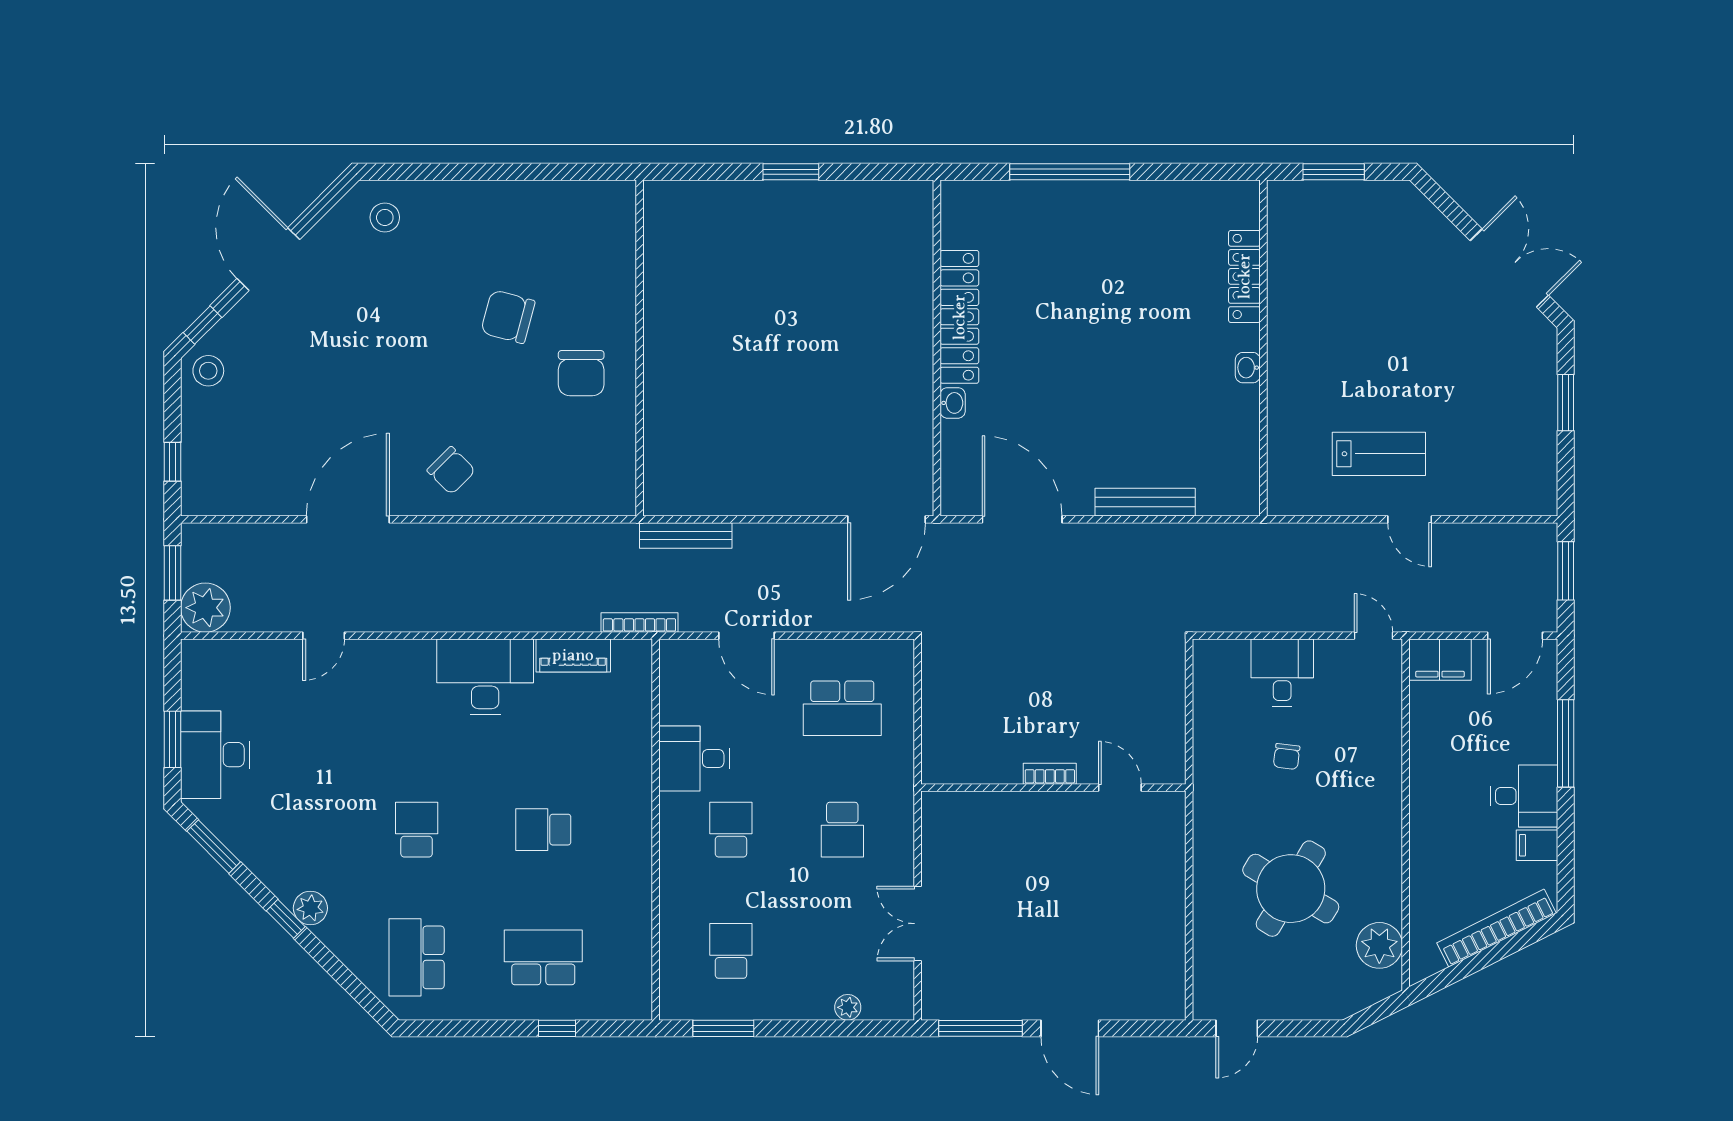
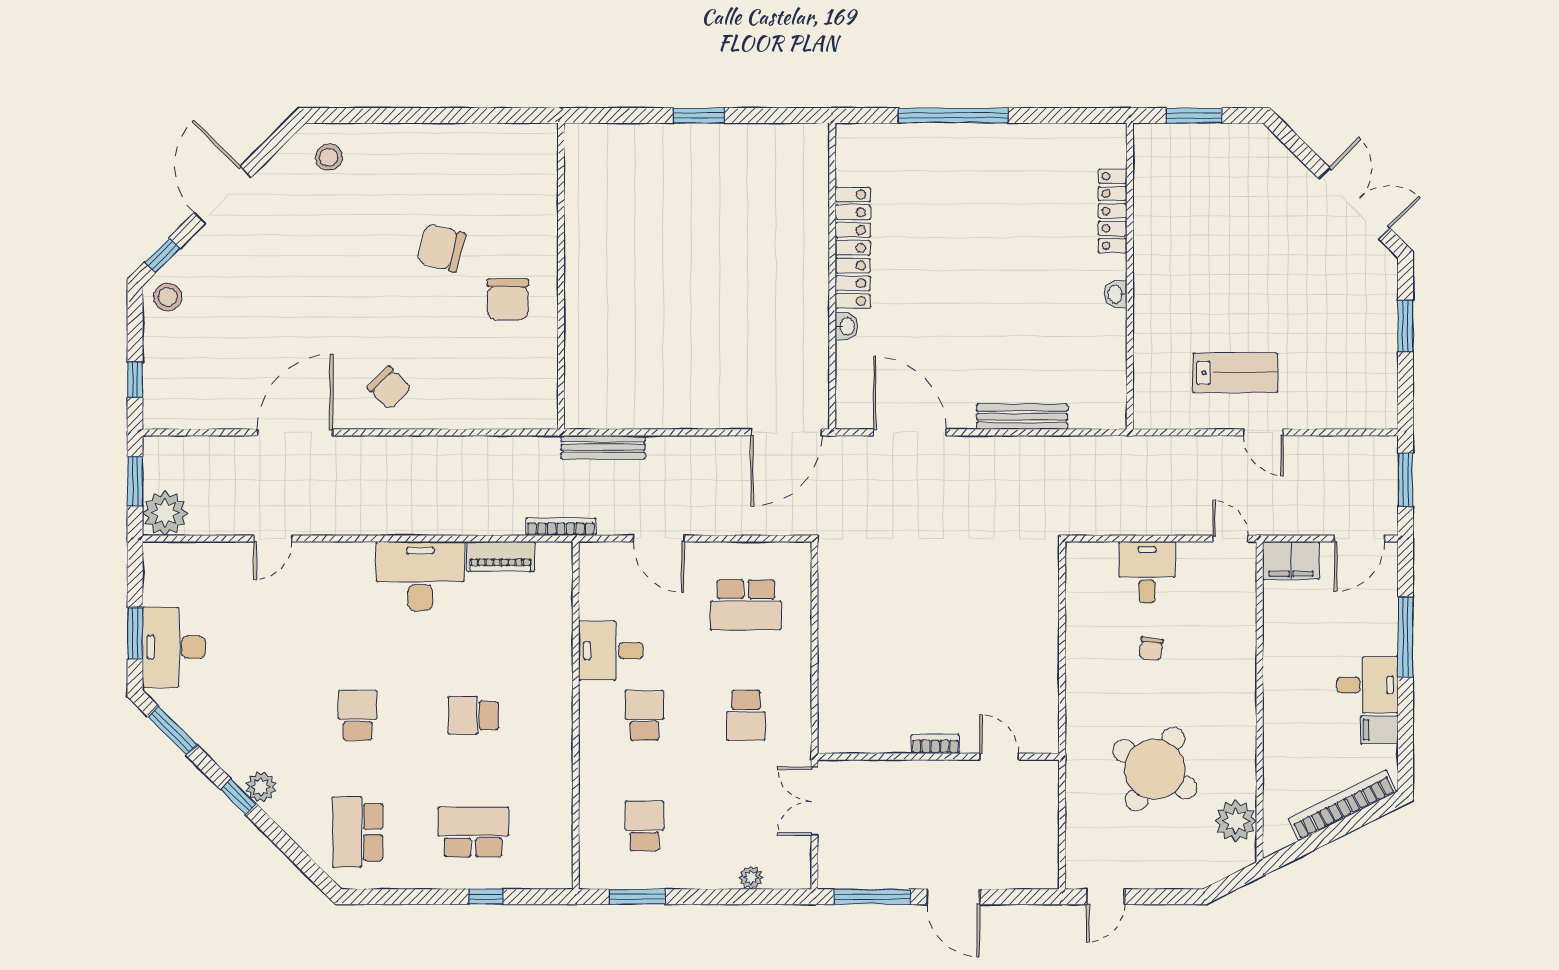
bookcase: (1050, 774) -> (935, 744), moved
wall: (1053, 788) -> (938, 757), moved
door: (1120, 788) -> (999, 757), moved

